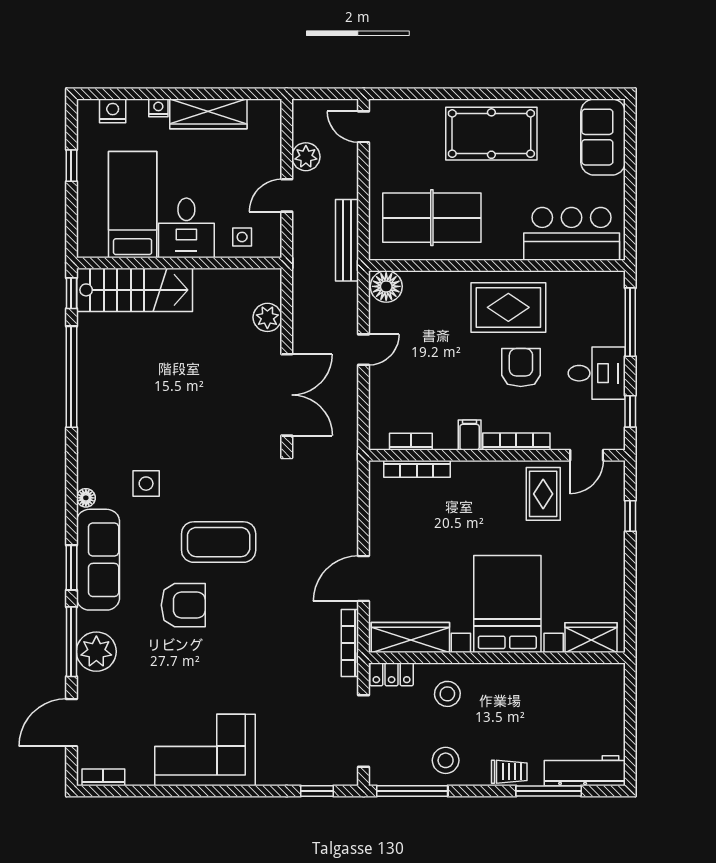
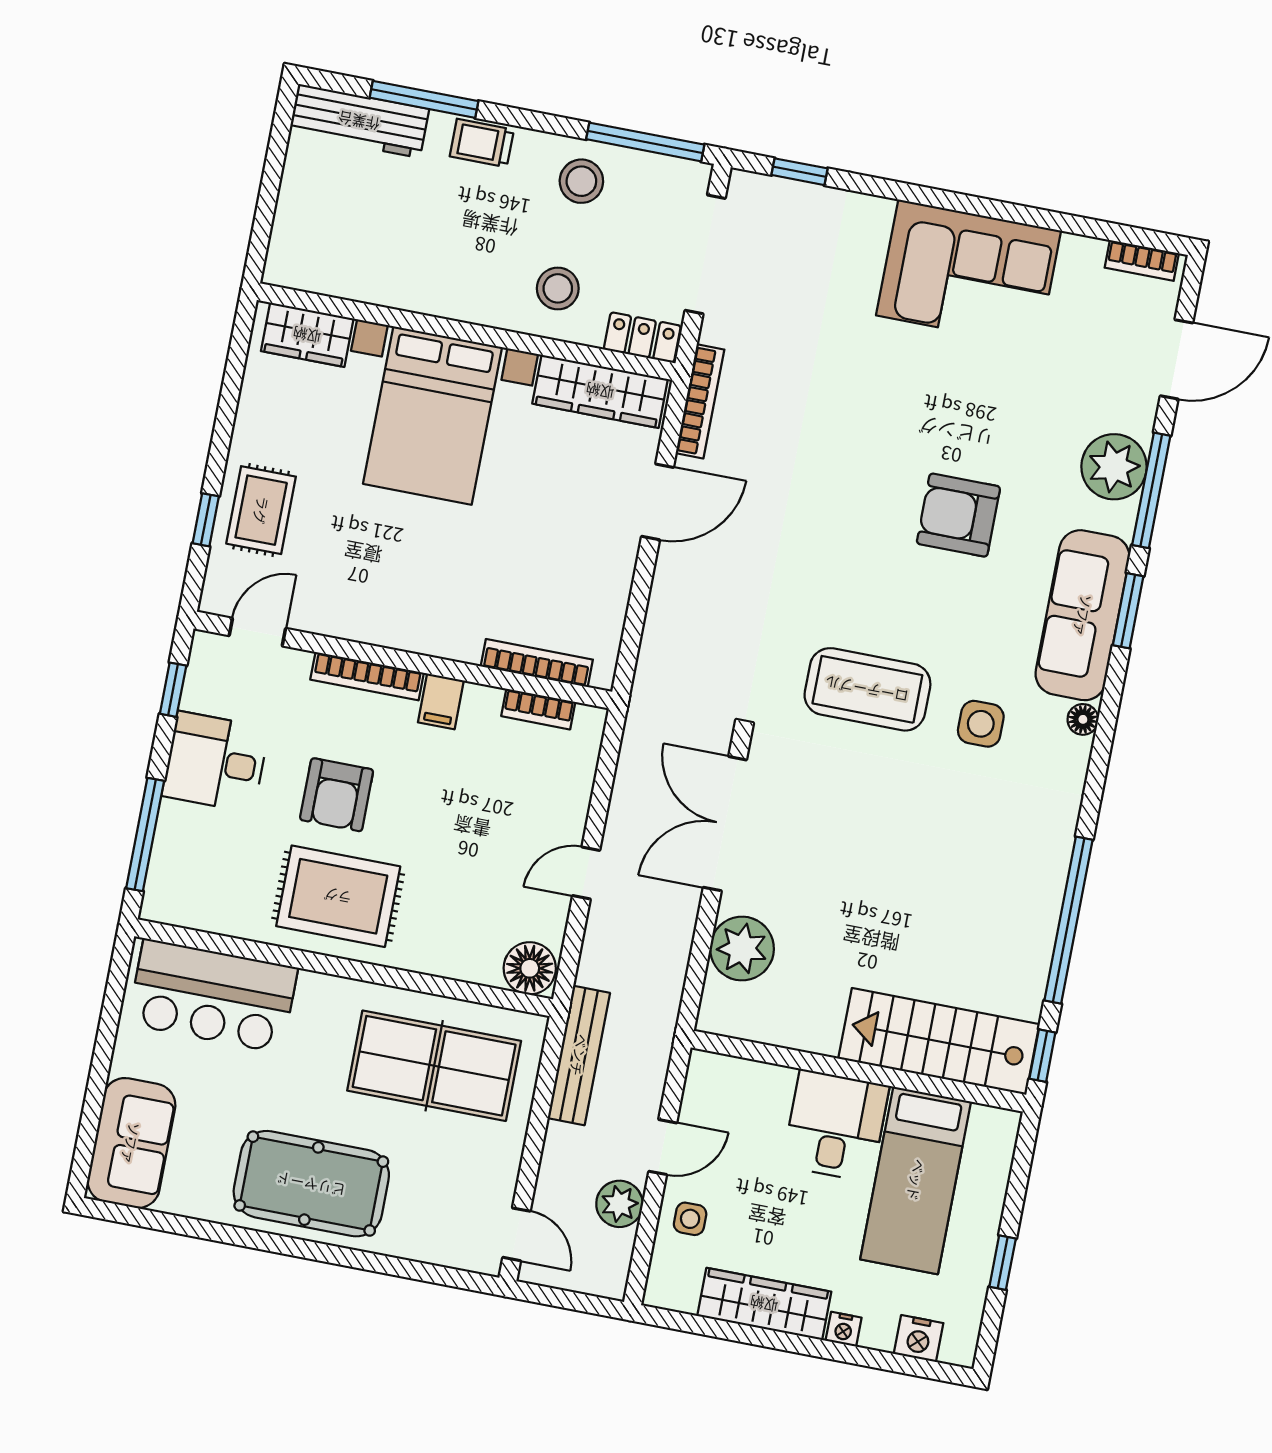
side table: (242, 237) -> (690, 1219), moved
plant: (267, 317) -> (742, 949), width x1.36, depth x1.36
rug: (543, 494) -> (261, 510), moved
coffee table: (219, 542) -> (867, 689), moved

